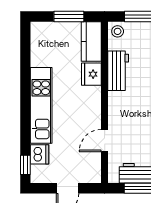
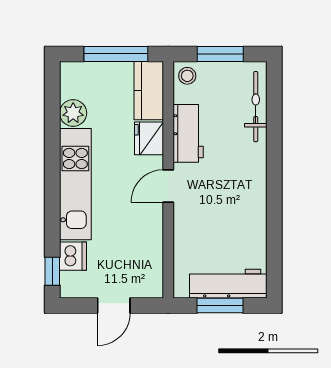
window: (69, 16) -> (116, 54), width x1.44
plant: (40, 57) -> (73, 113), added
door: (105, 141) -> (168, 186), moved

